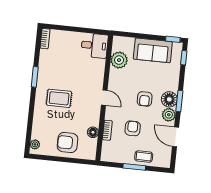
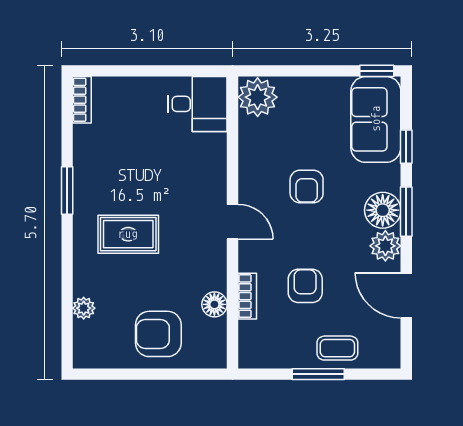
sofa: (153, 50) -> (376, 119), moved, turned 90
window: (184, 58) -> (406, 147), moved
plant: (119, 60) -> (258, 97), moved
armchair: (145, 99) -> (307, 186), moved
plant: (35, 144) -> (84, 308), moved

